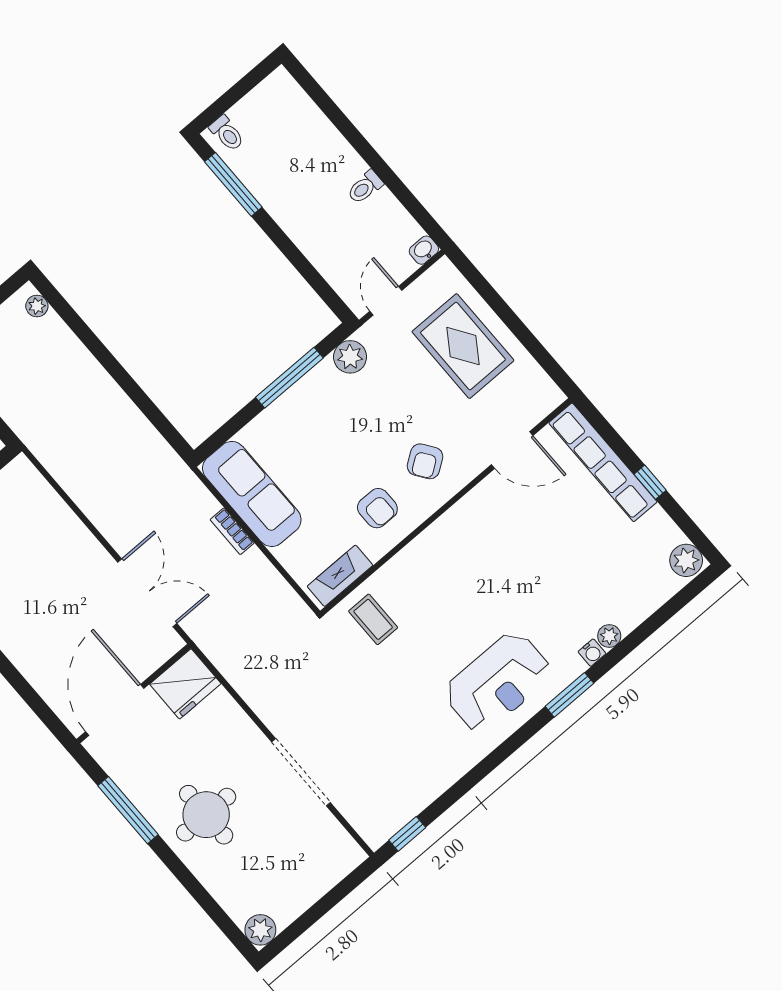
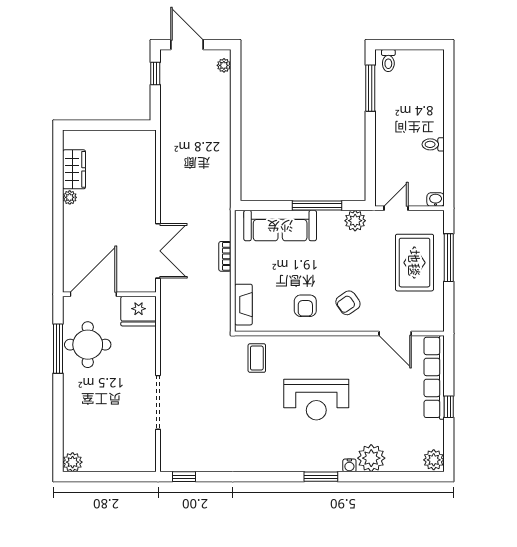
window: (499, 305) -> (449, 258), added
sofa: (252, 494) -> (280, 226), moved, turned 90
fireplace: (340, 576) -> (243, 305), moved, turned 90
plant: (609, 636) -> (371, 458), width x1.88, depth x1.88
reception desk: (498, 682) -> (316, 400), moved
round table: (206, 815) -> (88, 345), moved

